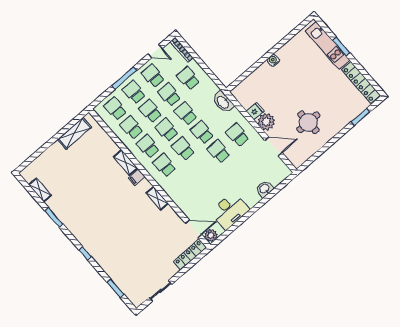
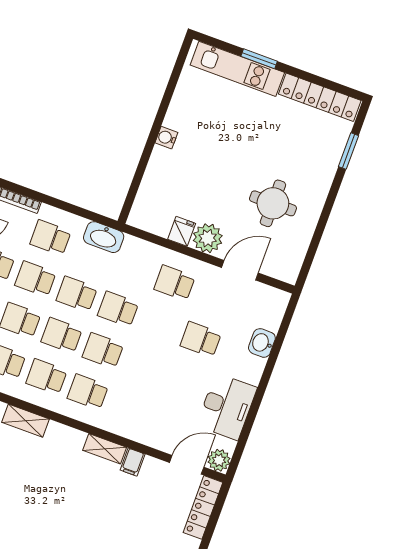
washbasin: (223, 102) -> (104, 237), moved
school desk: (219, 151) -> (201, 339), moved
filing cabinet: (137, 177) -> (133, 462), moved

